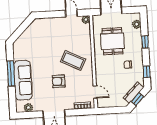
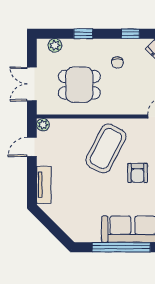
tv unit: (48, 22) -> (44, 185), added
coffee table: (73, 60) -> (106, 148), width x1.36, depth x1.32
window: (11, 73) -> (121, 247), width x1.46

